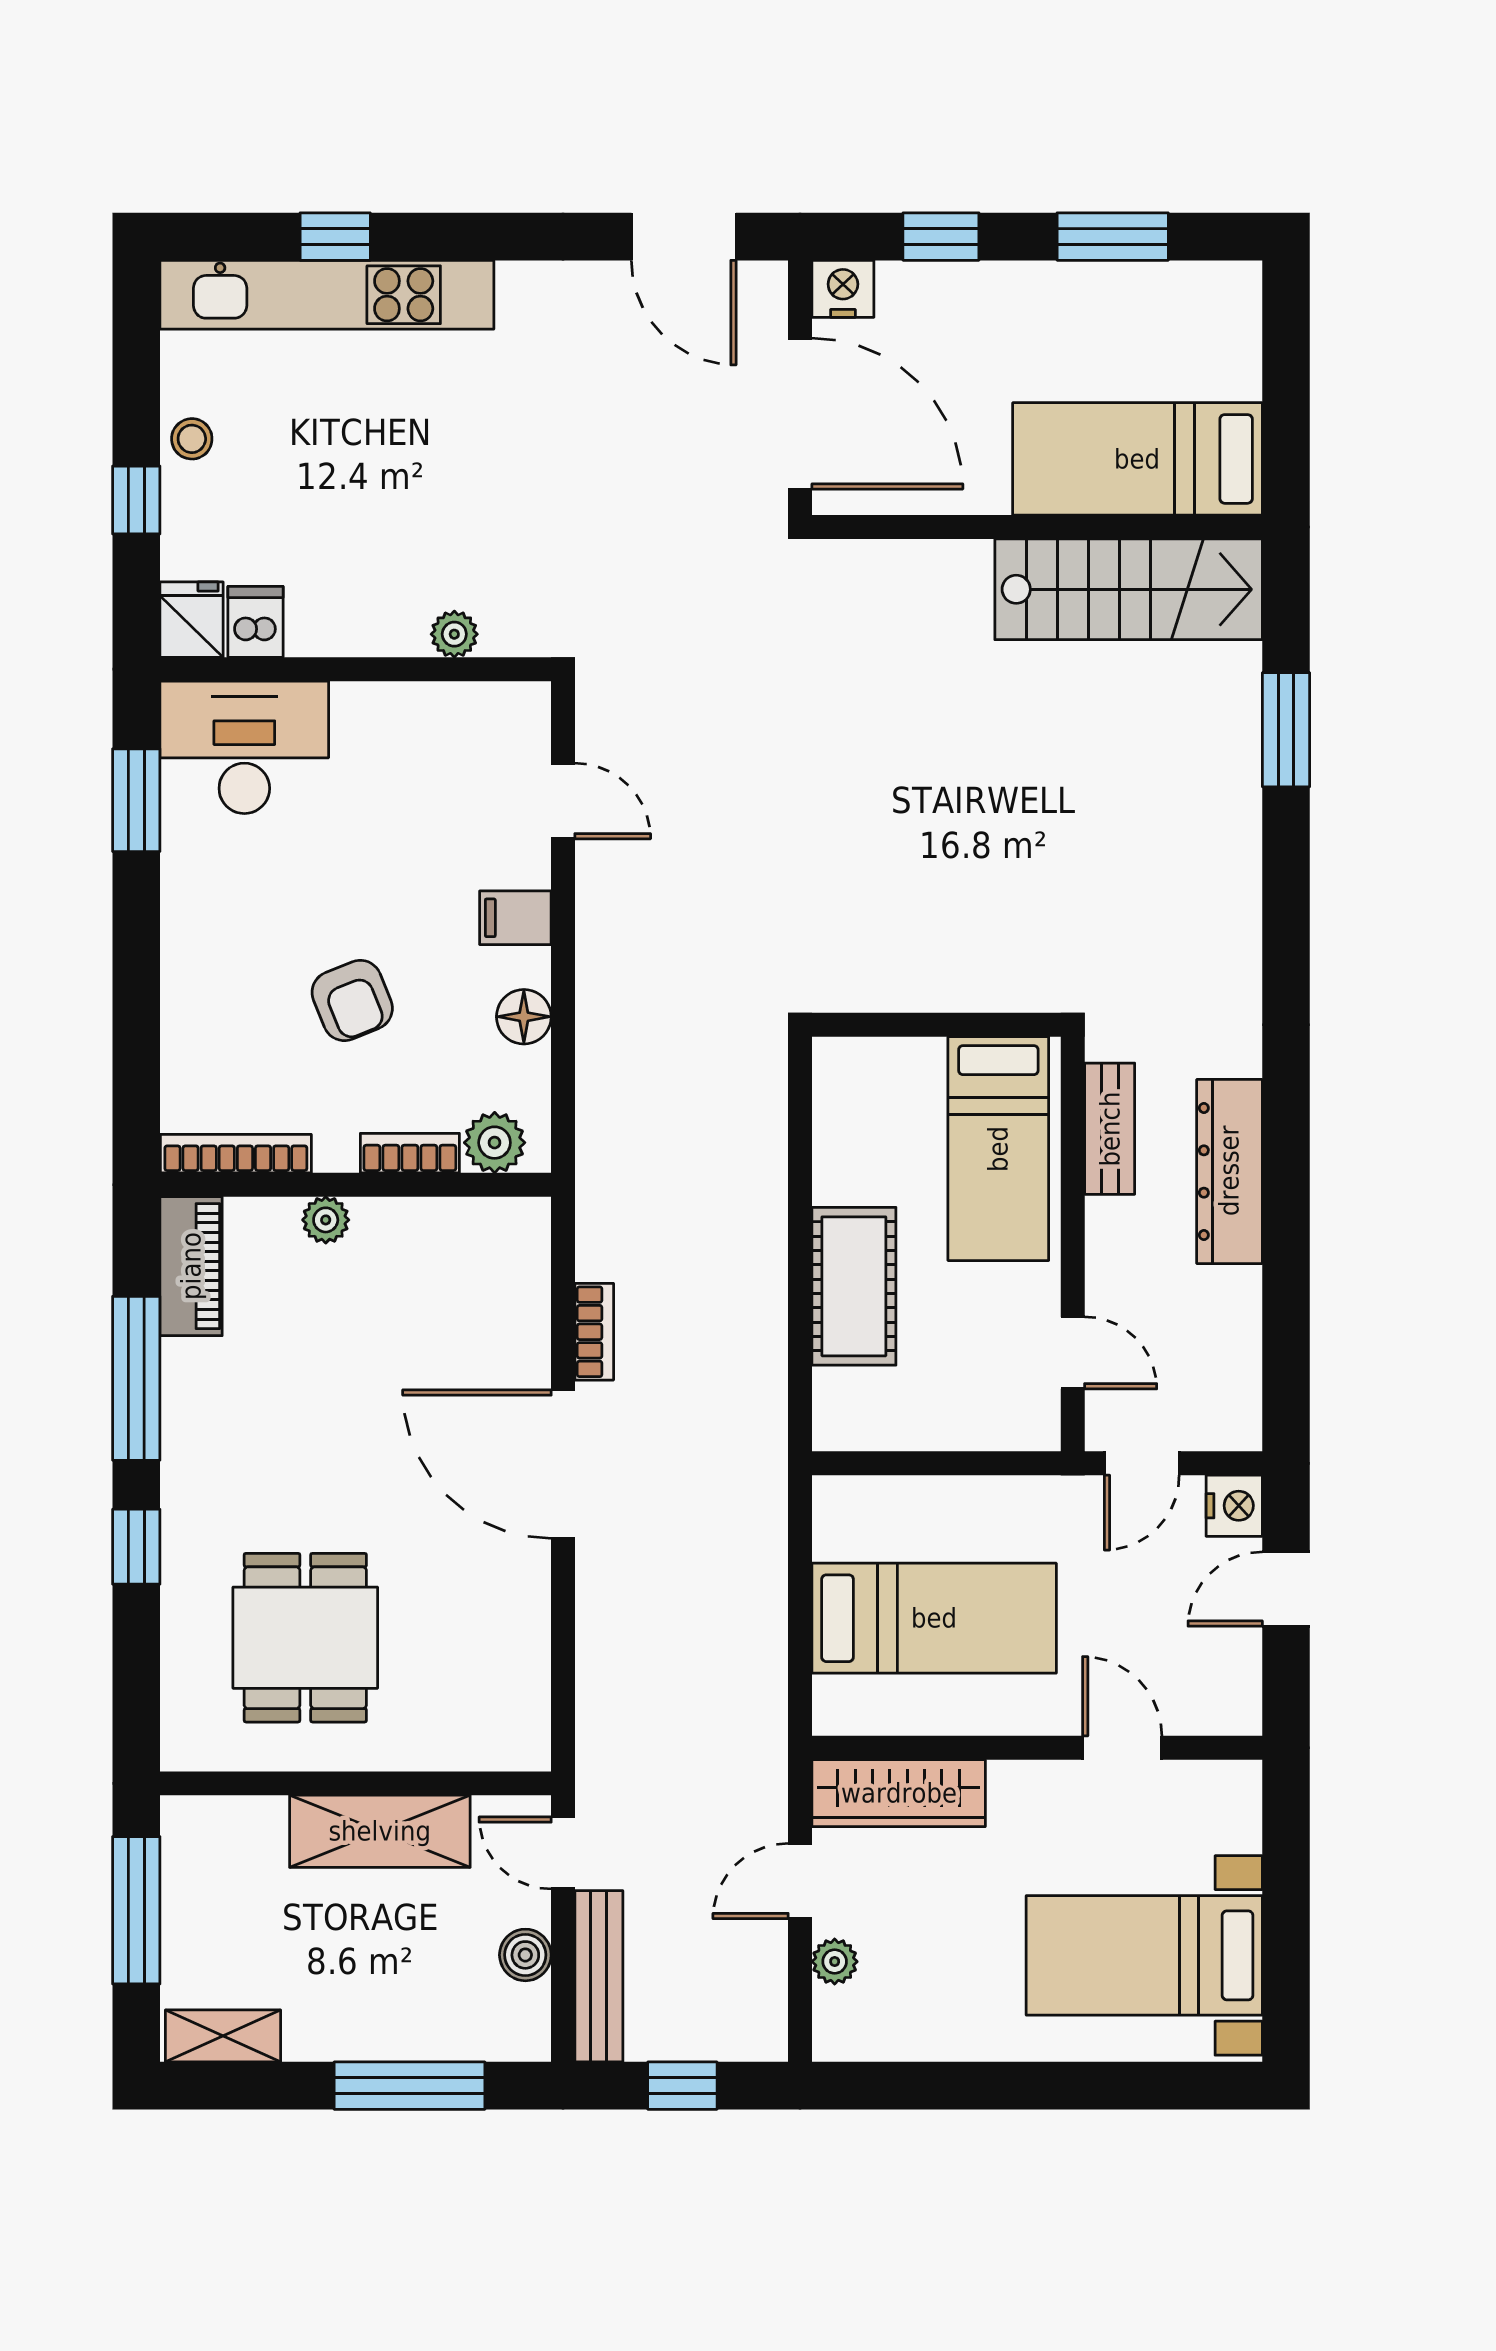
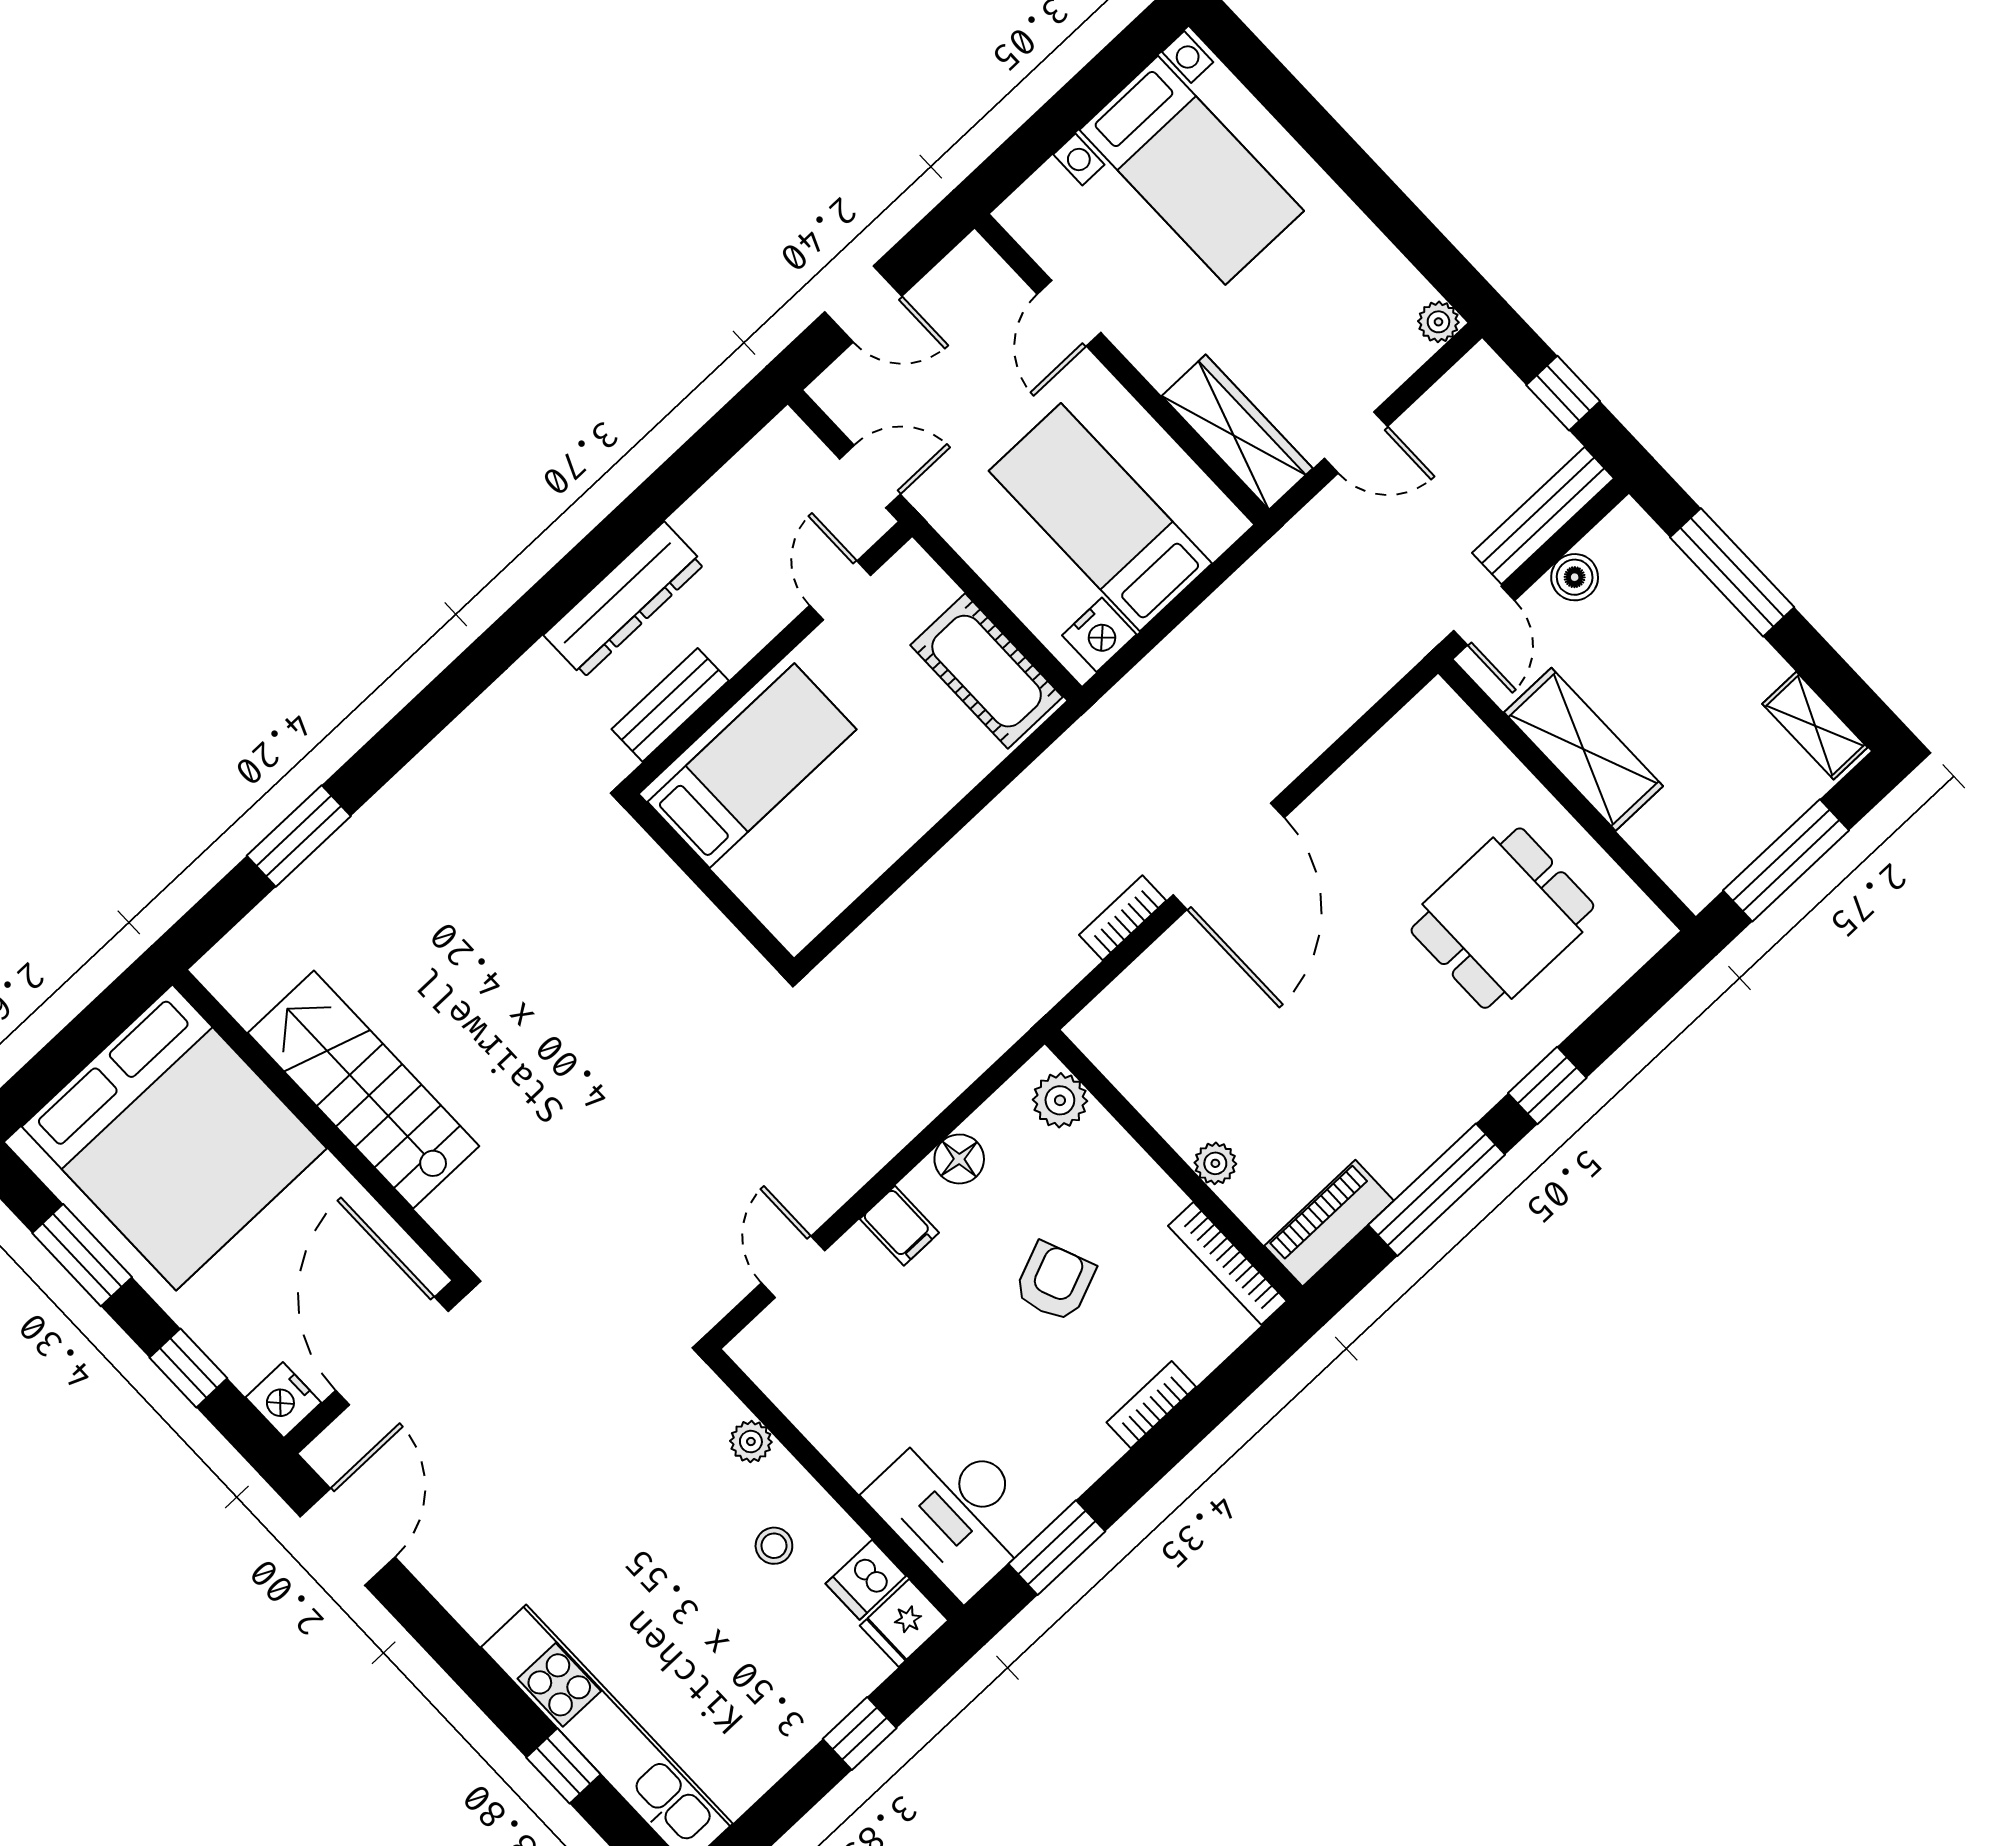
stool: (192, 439) -> (774, 1546), moved
bed: (1137, 459) -> (174, 1137), width x2.04
stairs: (1129, 589) -> (363, 1089), moved
bookcase: (410, 1153) -> (1151, 1405), moved, turned 90
cot: (854, 1286) -> (987, 671), moved, turned 90
nightstand: (1234, 1506) -> (1099, 635), moved, turned 180
plant: (835, 1962) -> (1438, 322), moved

